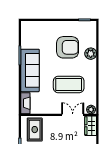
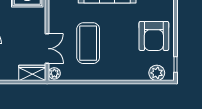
armchair: (68, 47) -> (154, 36), moved
plant: (91, 54) -> (157, 73), moved

